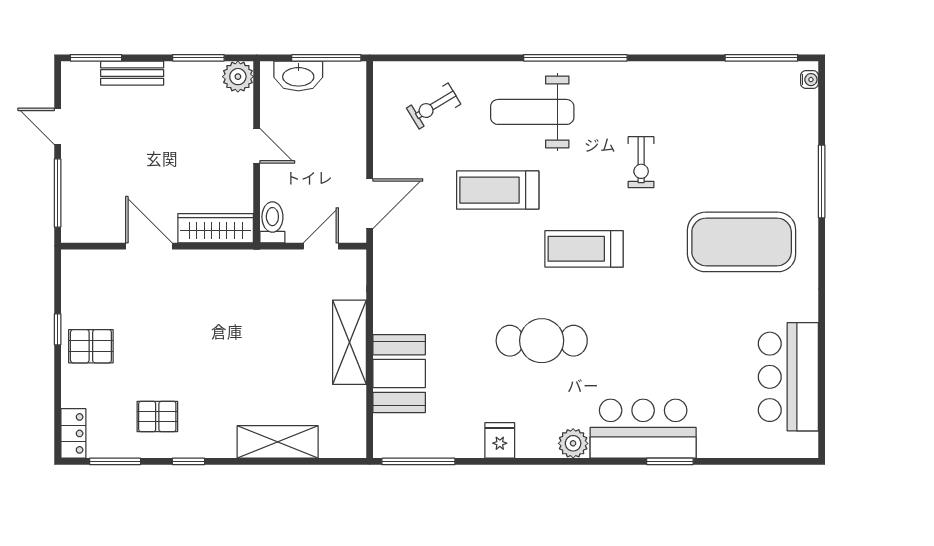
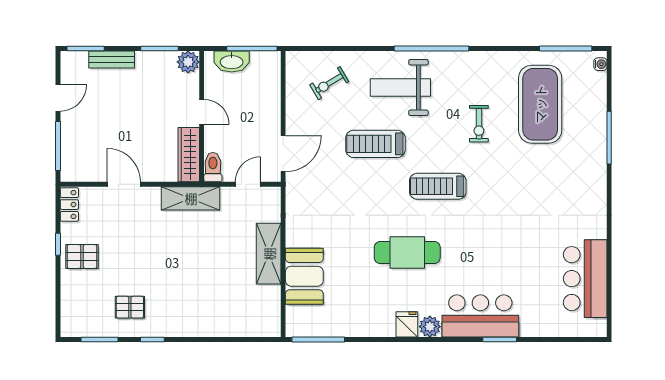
door: (58, 126) -> (58, 98), swing flipped
wardrobe: (216, 228) -> (189, 155), moved, turned -90
exercise mat: (742, 242) -> (540, 104), moved, turned 90
locker: (73, 433) -> (69, 205), moved
fridge: (500, 440) -> (407, 324), moved
shelving: (278, 442) -> (191, 198), moved

